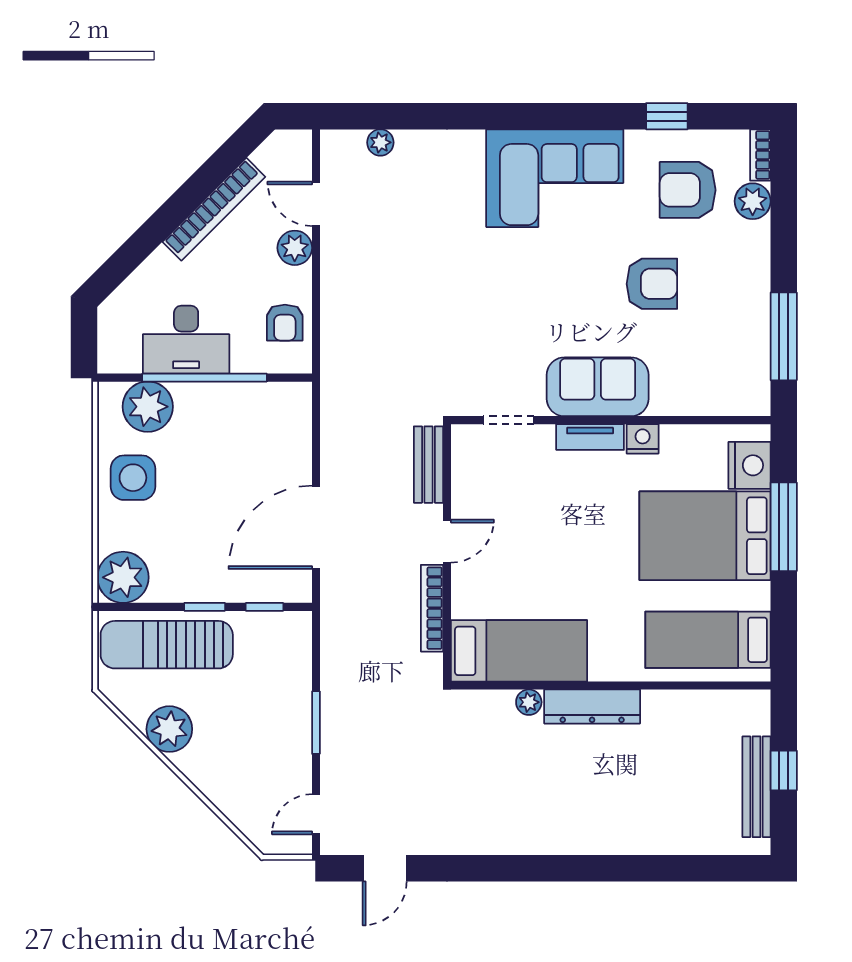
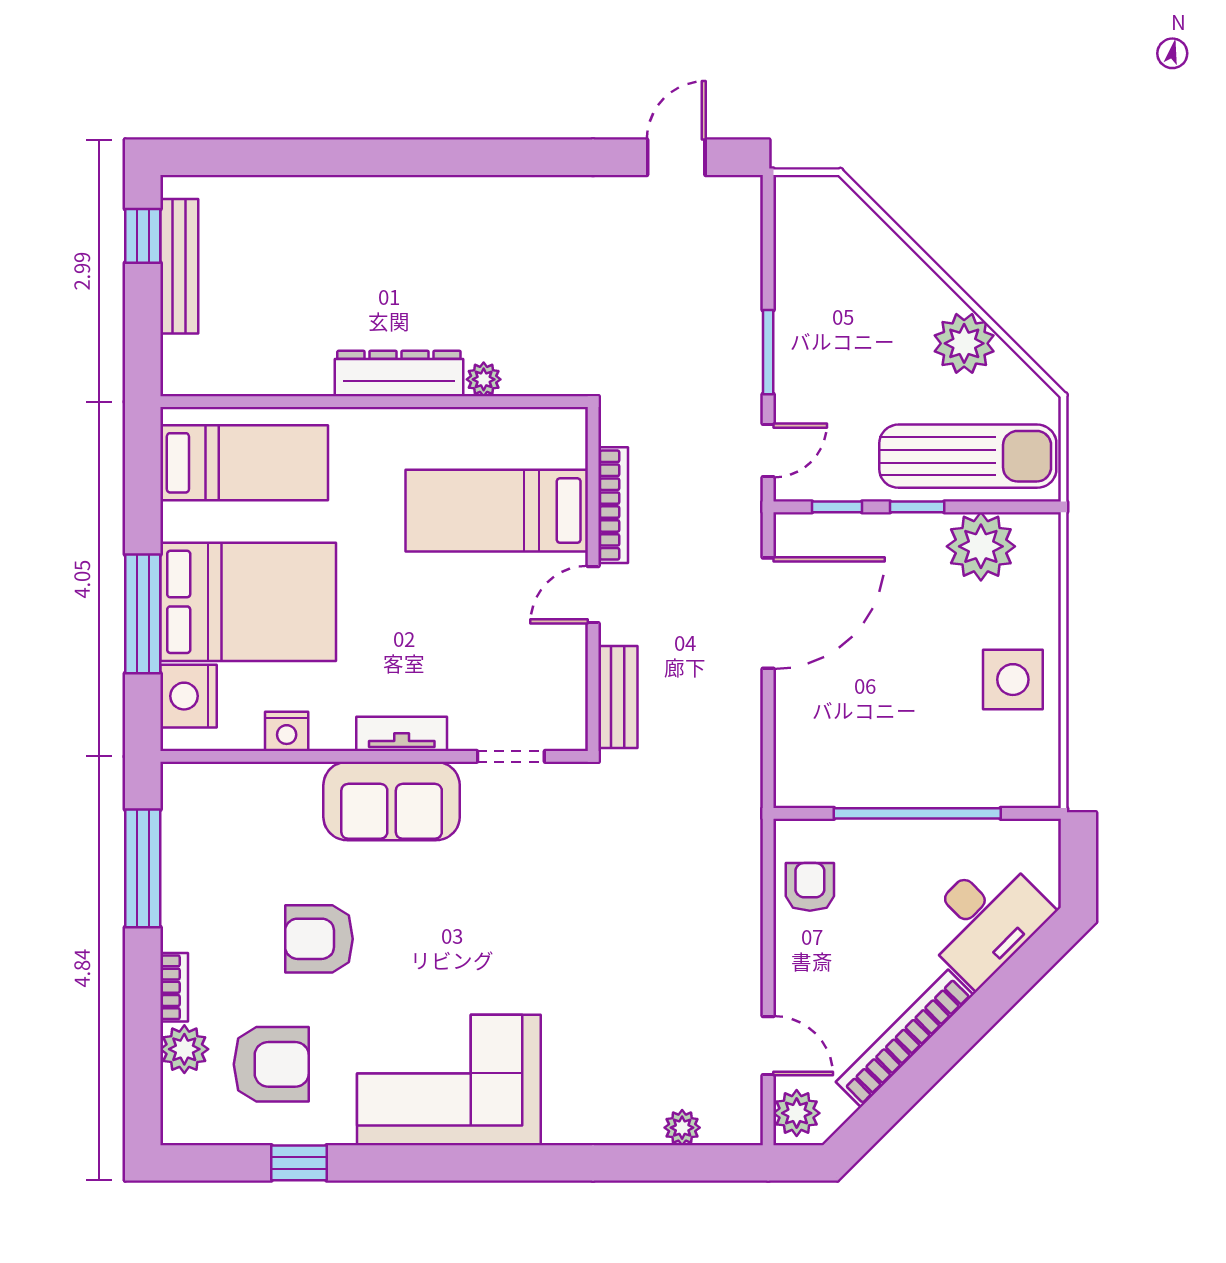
bookcase: (760, 155) -> (174, 987), moved
plant: (295, 248) -> (797, 1113), moved
desk: (186, 340) -> (985, 919), moved, turned 135
plant: (148, 407) -> (993, 774), removed
nightstand: (643, 439) -> (287, 731), moved
plant: (123, 577) -> (981, 546), moved
bed: (519, 651) -> (497, 511), moved
window: (784, 771) -> (143, 236), moved
door: (316, 814) -> (768, 450), moved

